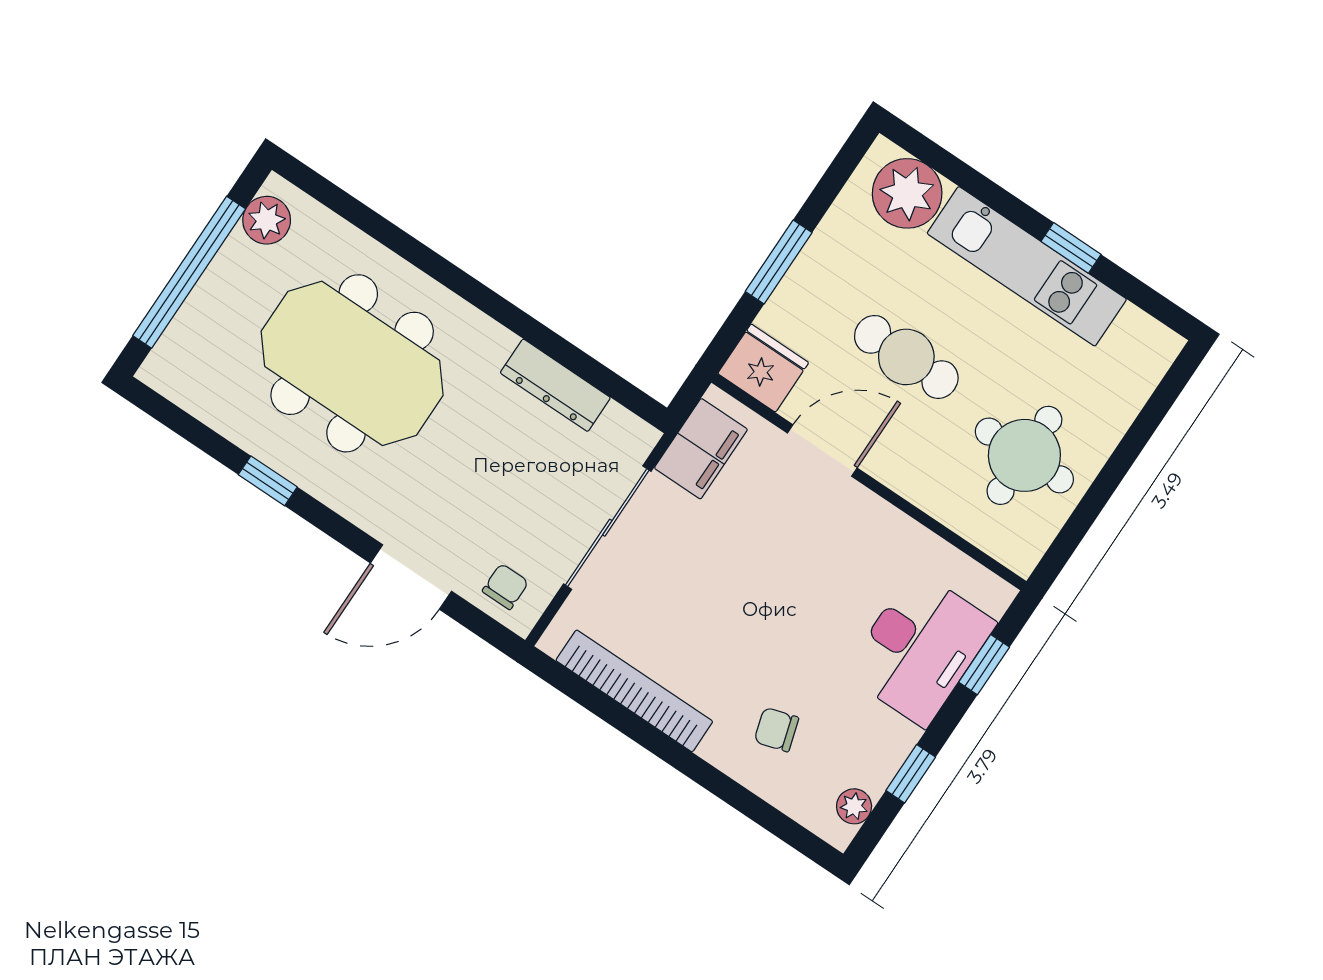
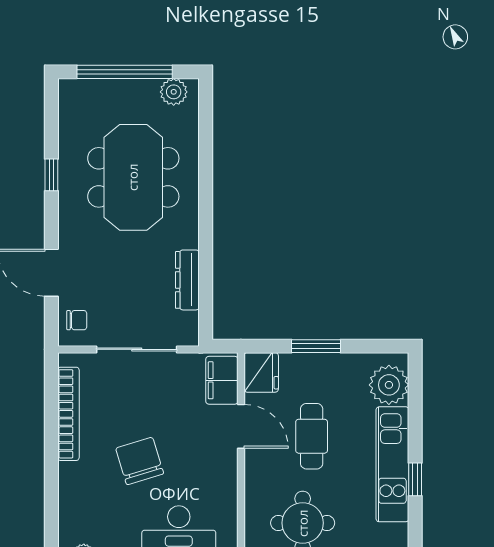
filing cabinet: (701, 449) -> (222, 380), moved, turned 90
chair: (776, 730) -> (140, 461), moved, width x1.87, depth x1.87

